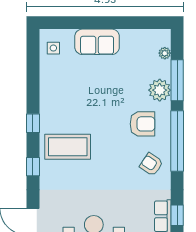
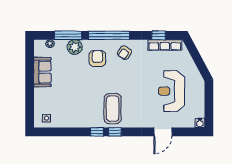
sofa: (97, 42) -> (42, 72), moved
window: (33, 167) -> (115, 132), moved

